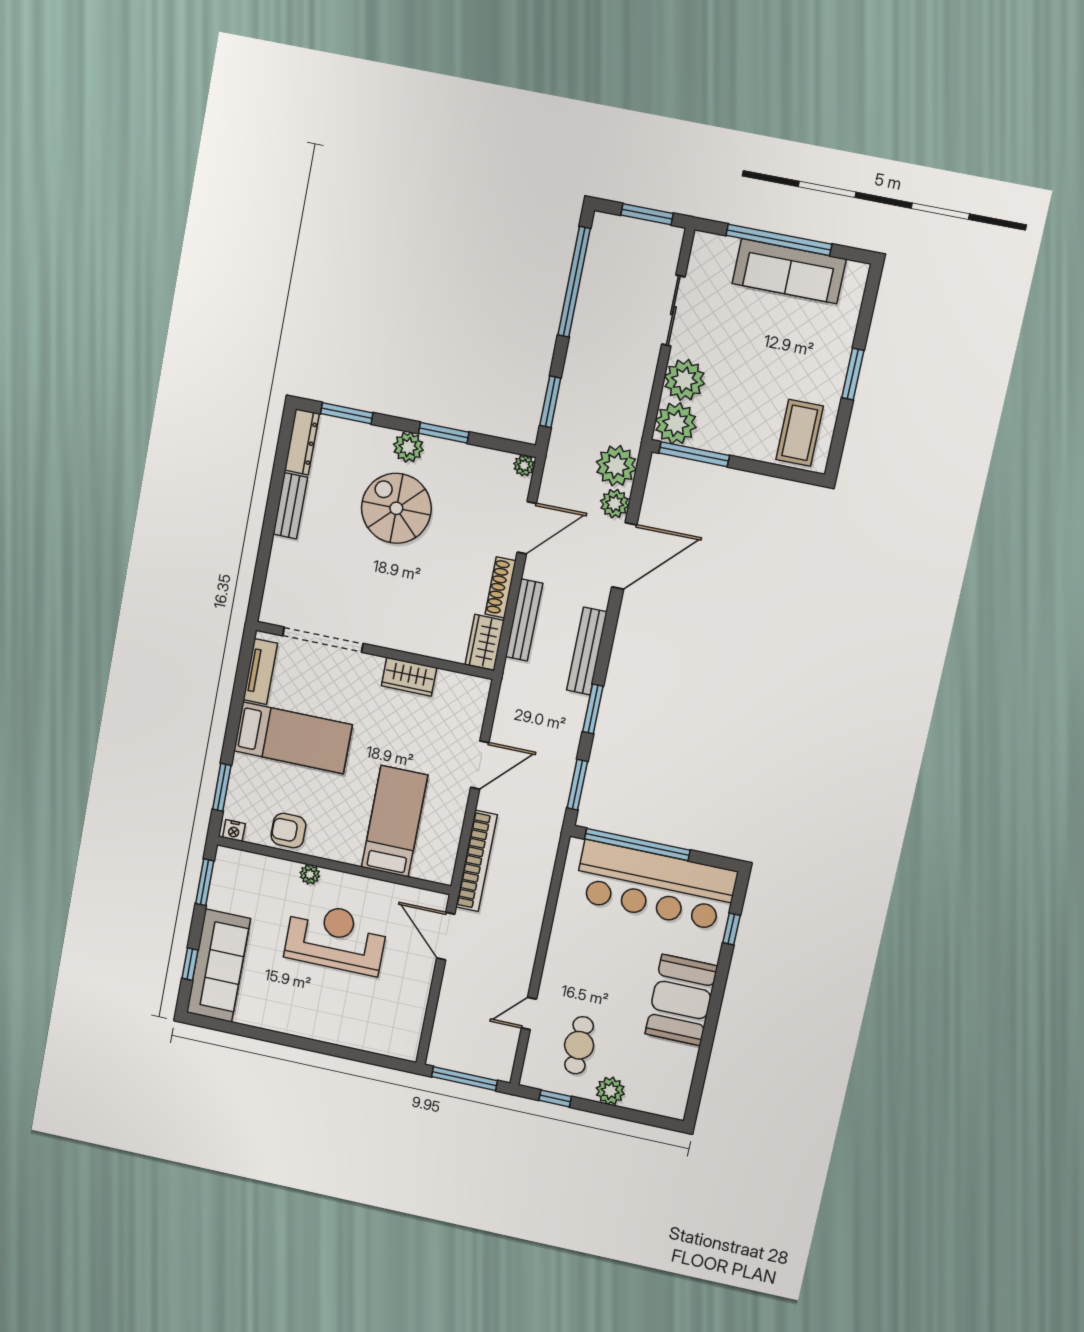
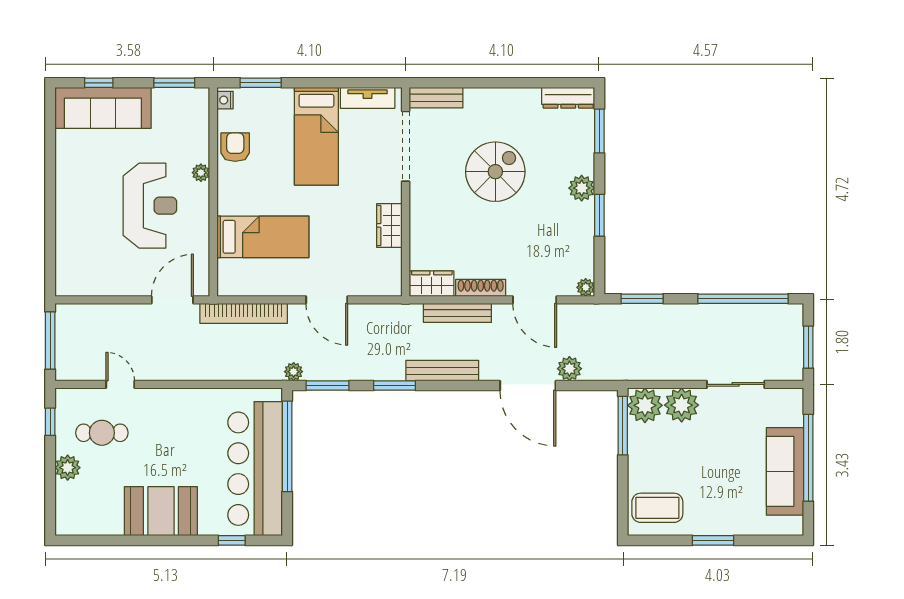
plant: (616, 466) -> (294, 372), moved, width x0.53, depth x0.53
bench: (290, 506) -> (436, 98), moved
spiral stairs: (396, 508) -> (495, 172), moved

